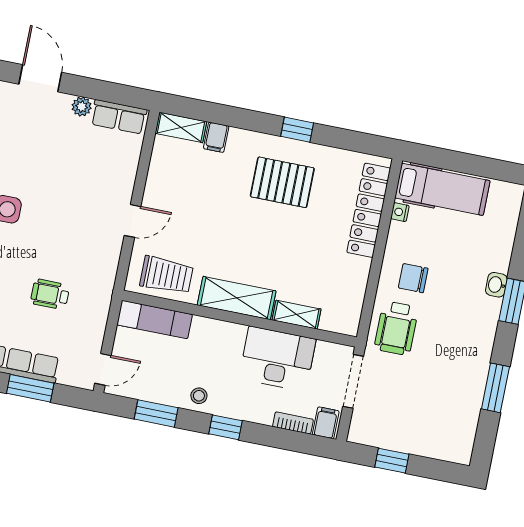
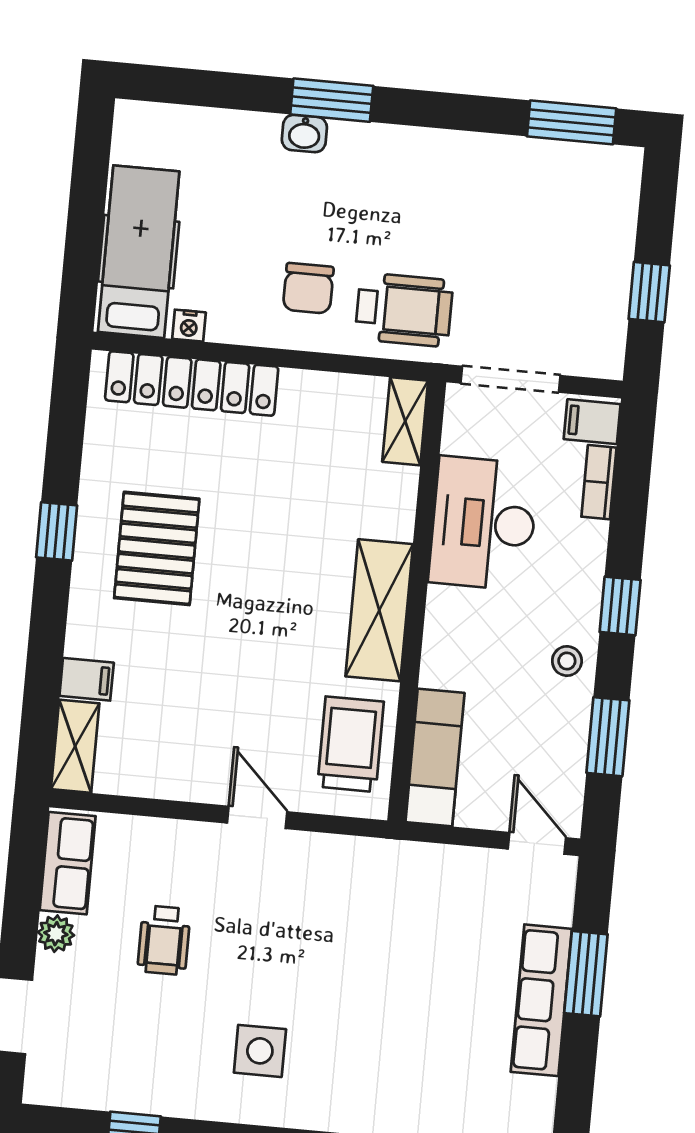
wheelchair: (50, 294) -> (164, 940), moved
shelving: (297, 315) -> (405, 421), moved
window: (495, 388) -> (572, 122), moved

